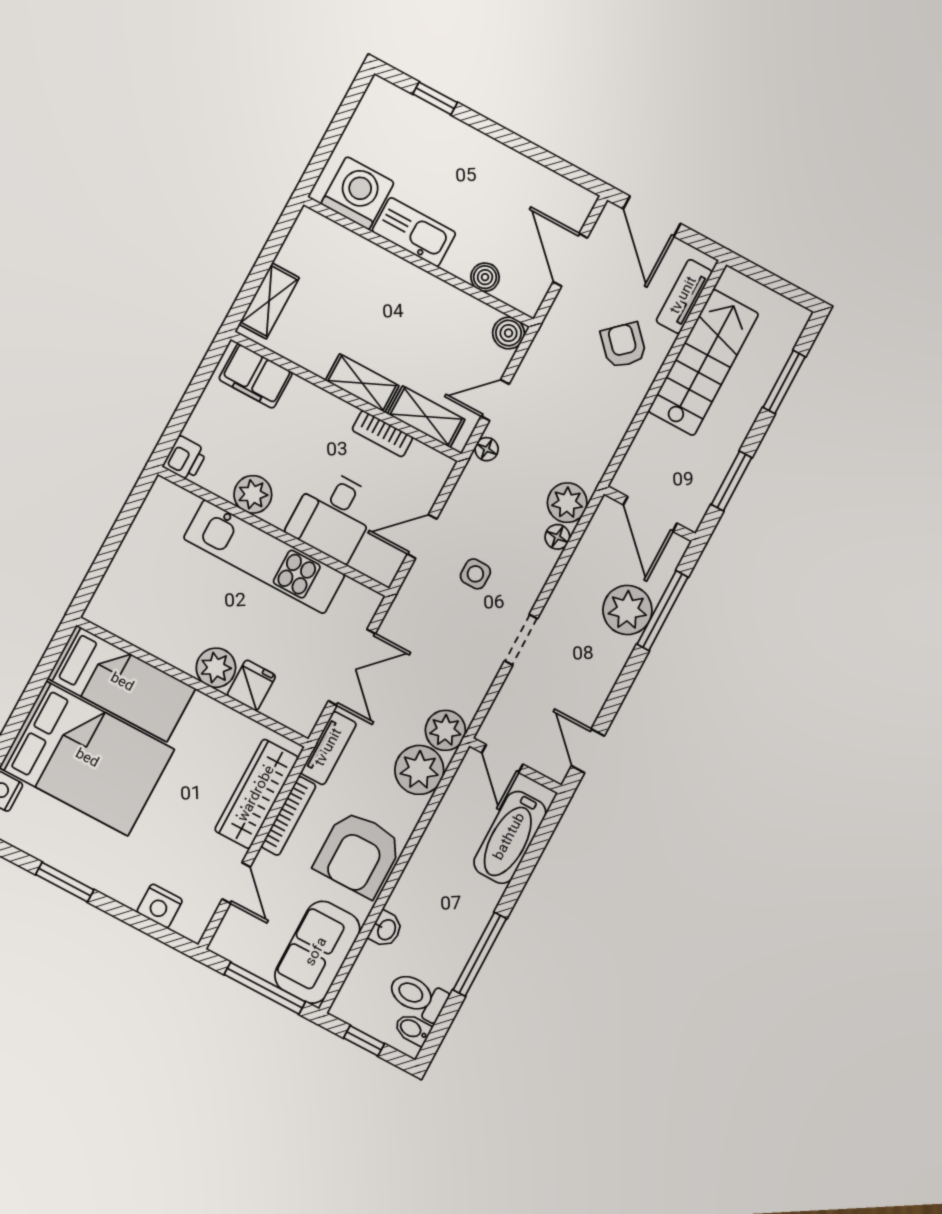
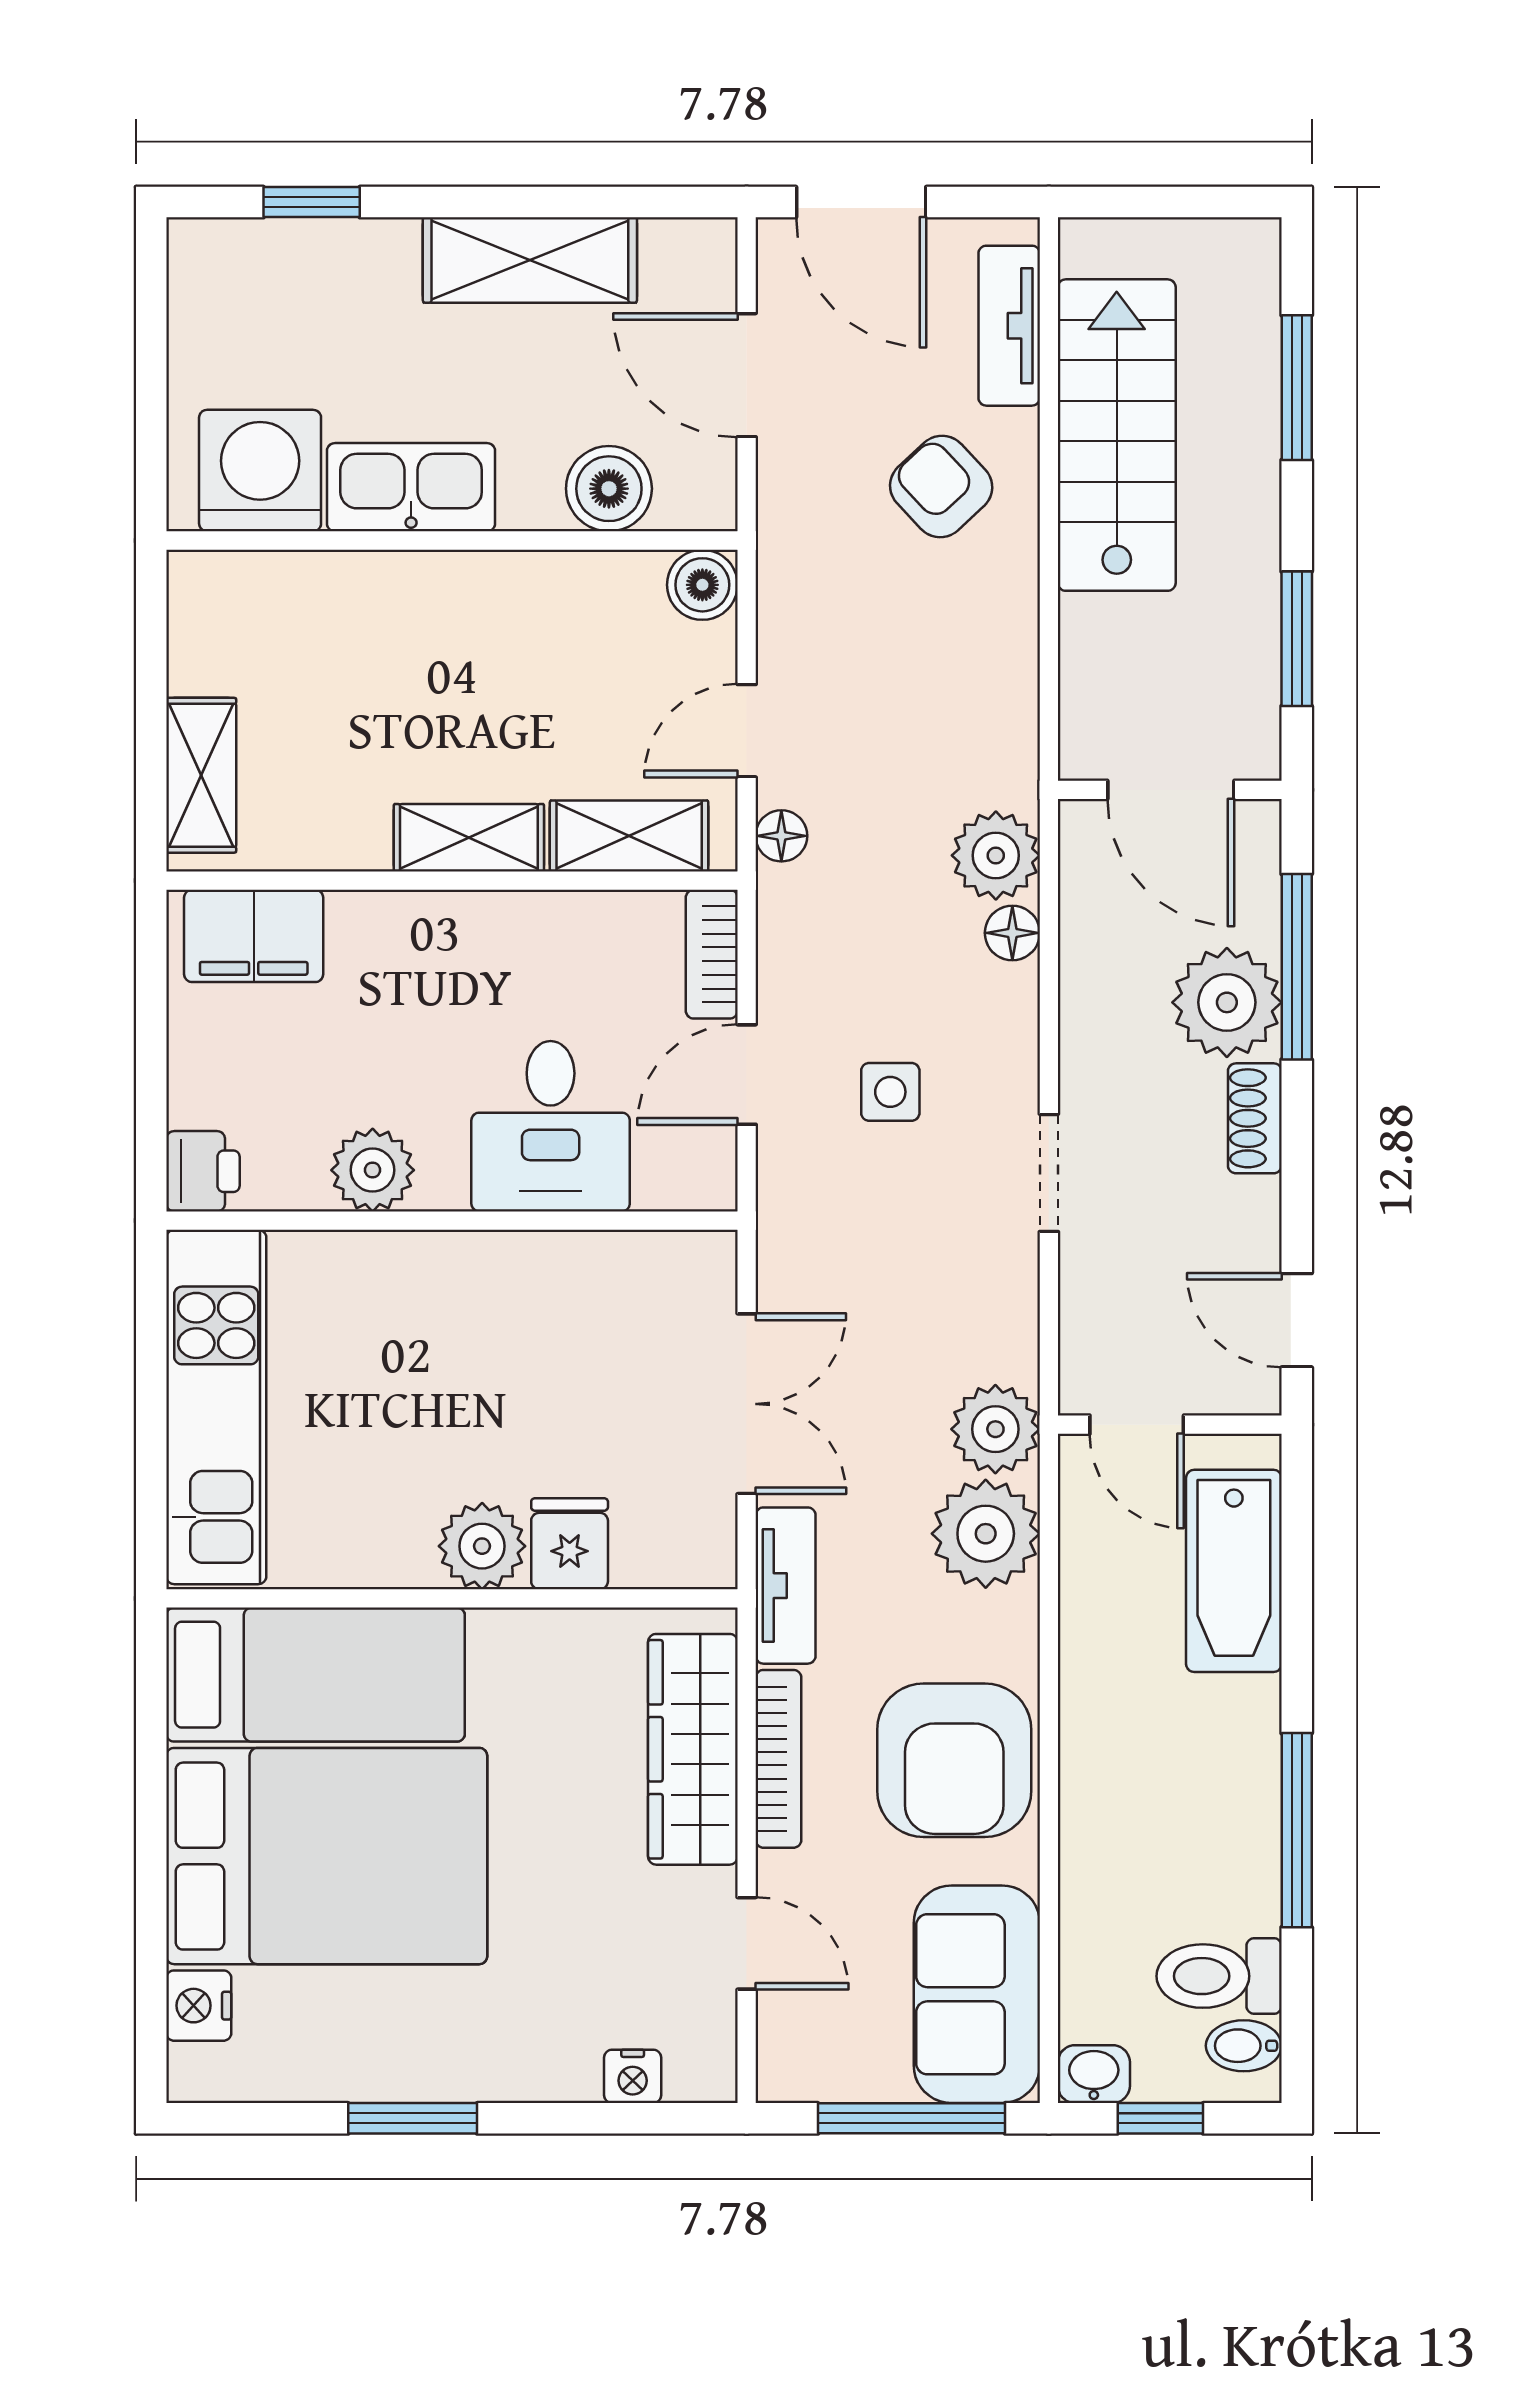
shelving: (509, 168) -> (530, 260), added
boiler: (485, 277) -> (609, 489), width x1.36, depth x1.36
bookcase: (382, 434) -> (712, 954), moved, turned 90
kitchen unit: (264, 557) -> (216, 1407), moved, turned -90
shoe rack: (614, 662) -> (1255, 1118), added
nightstand: (160, 906) -> (633, 2076), width x0.72, depth x0.74
washbasin: (386, 929) -> (1094, 2074), moved, turned -90

